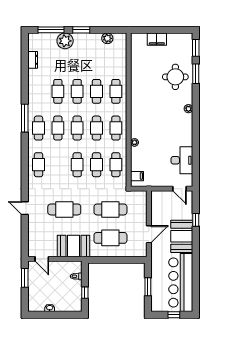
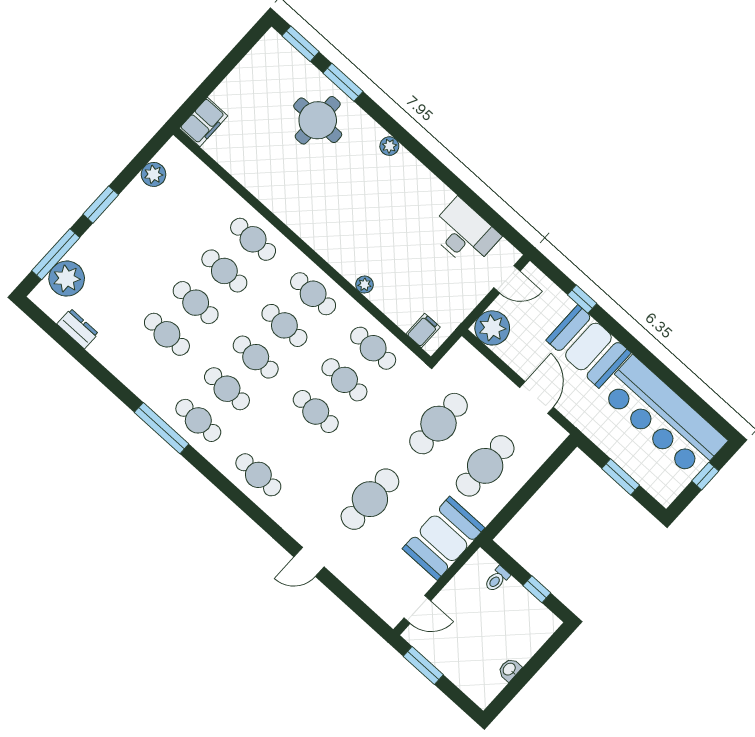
filing cabinet: (157, 39) -> (204, 122), moved
plant: (65, 41) -> (67, 279), moved
plant: (159, 198) -> (492, 328), added

